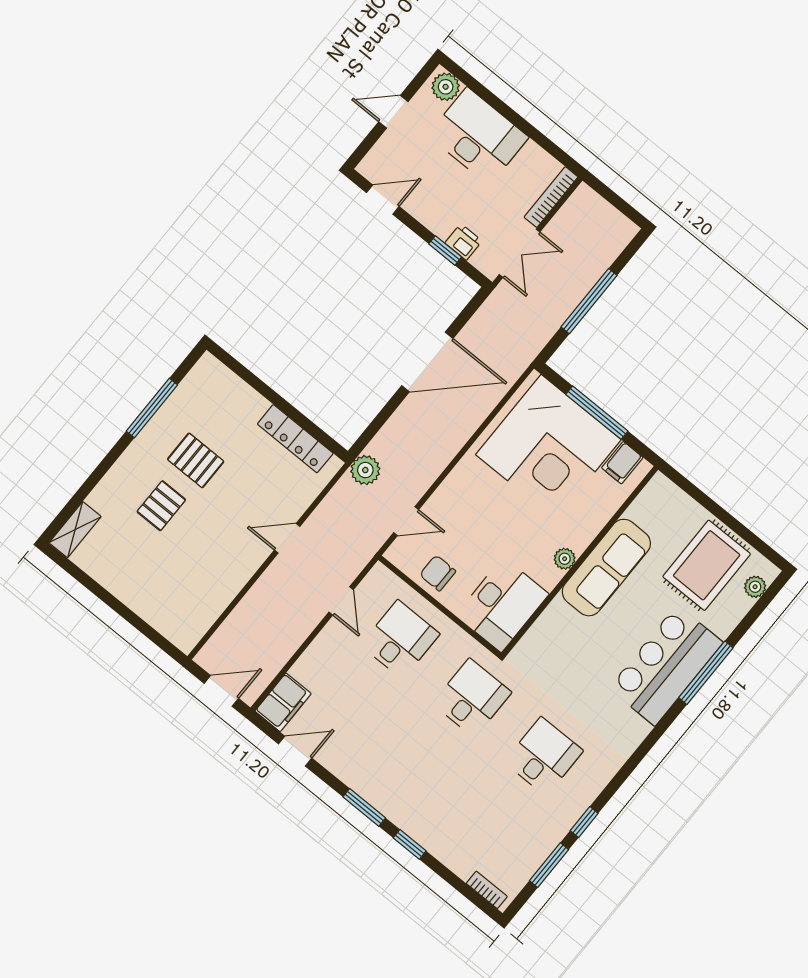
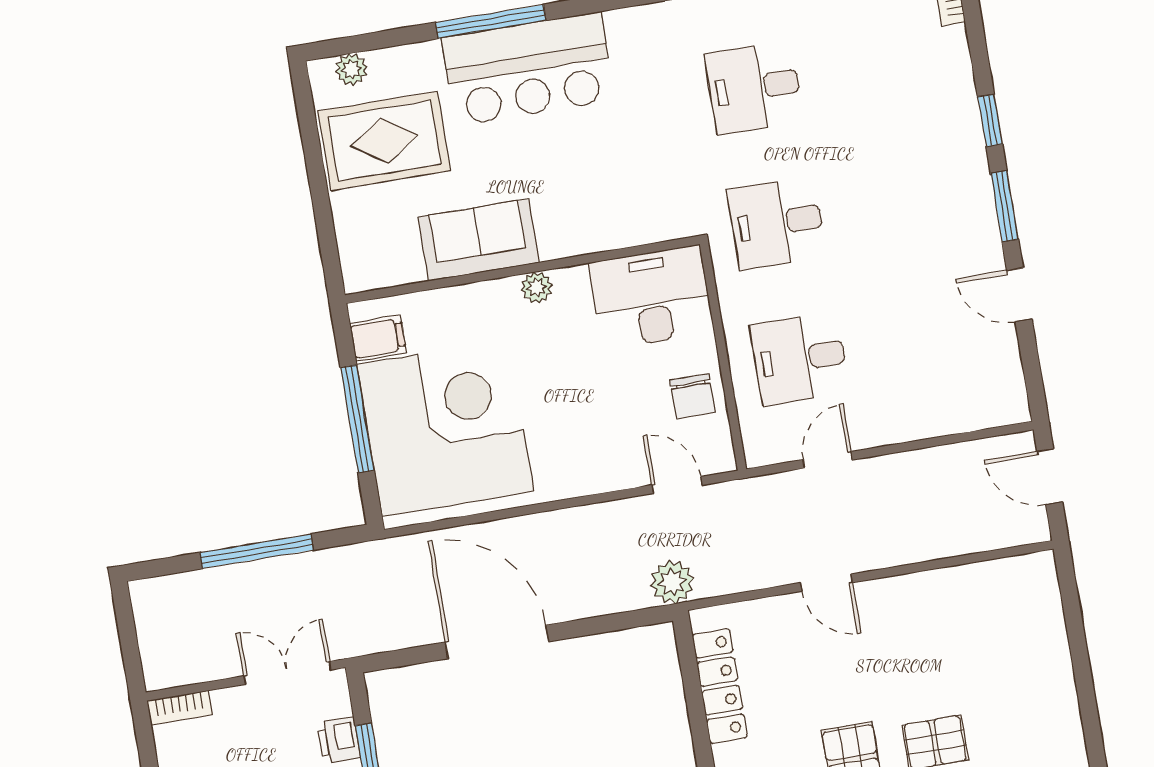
bookcase: (551, 197) -> (180, 708), width x0.64
sofa: (606, 568) -> (479, 240), width x0.73
filing cabinet: (283, 702) -> (992, 403), removed
door: (295, 751) -> (1019, 295), moved

